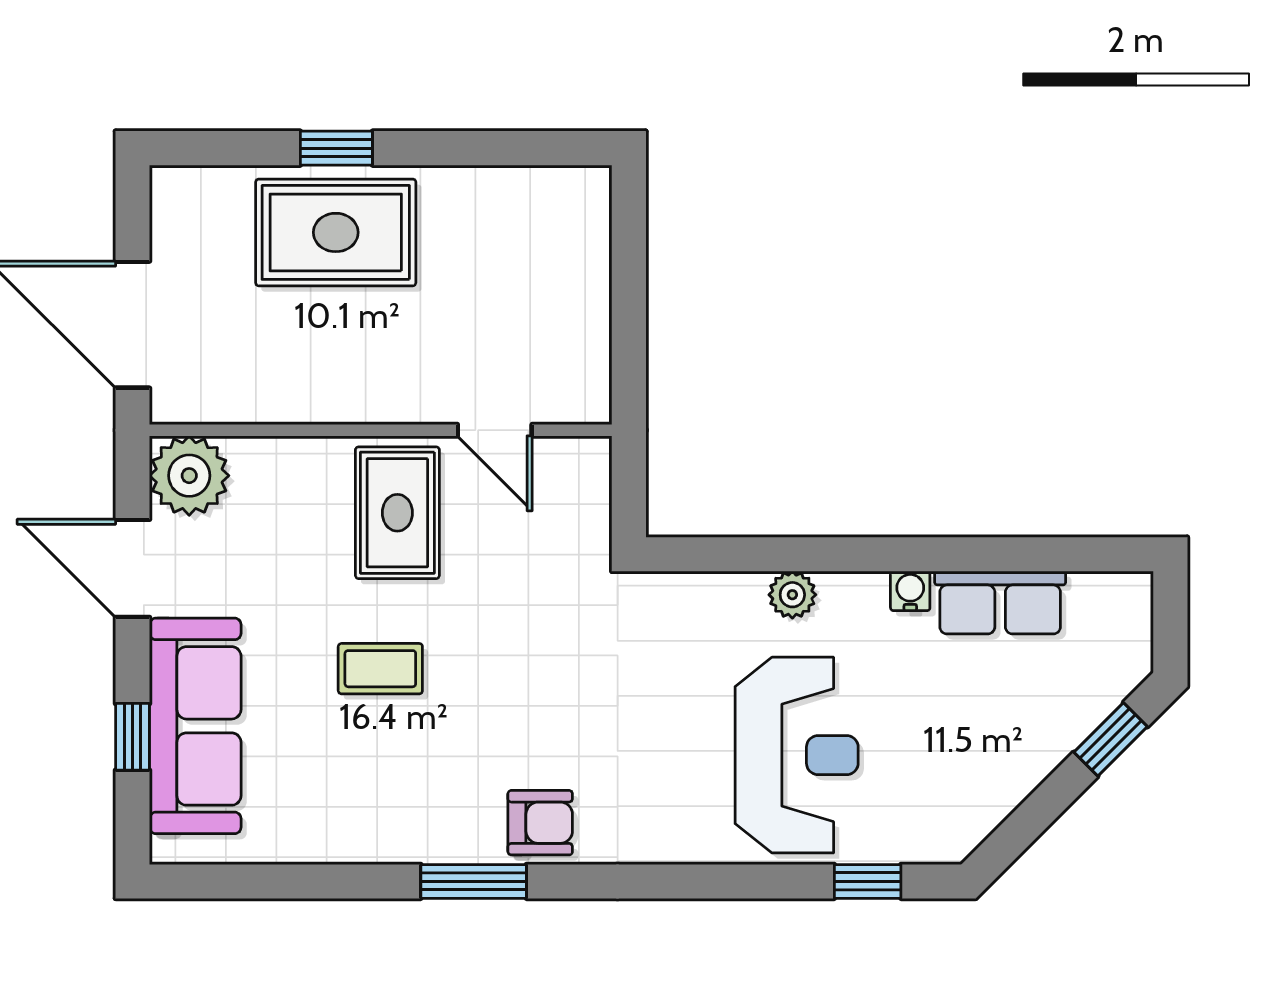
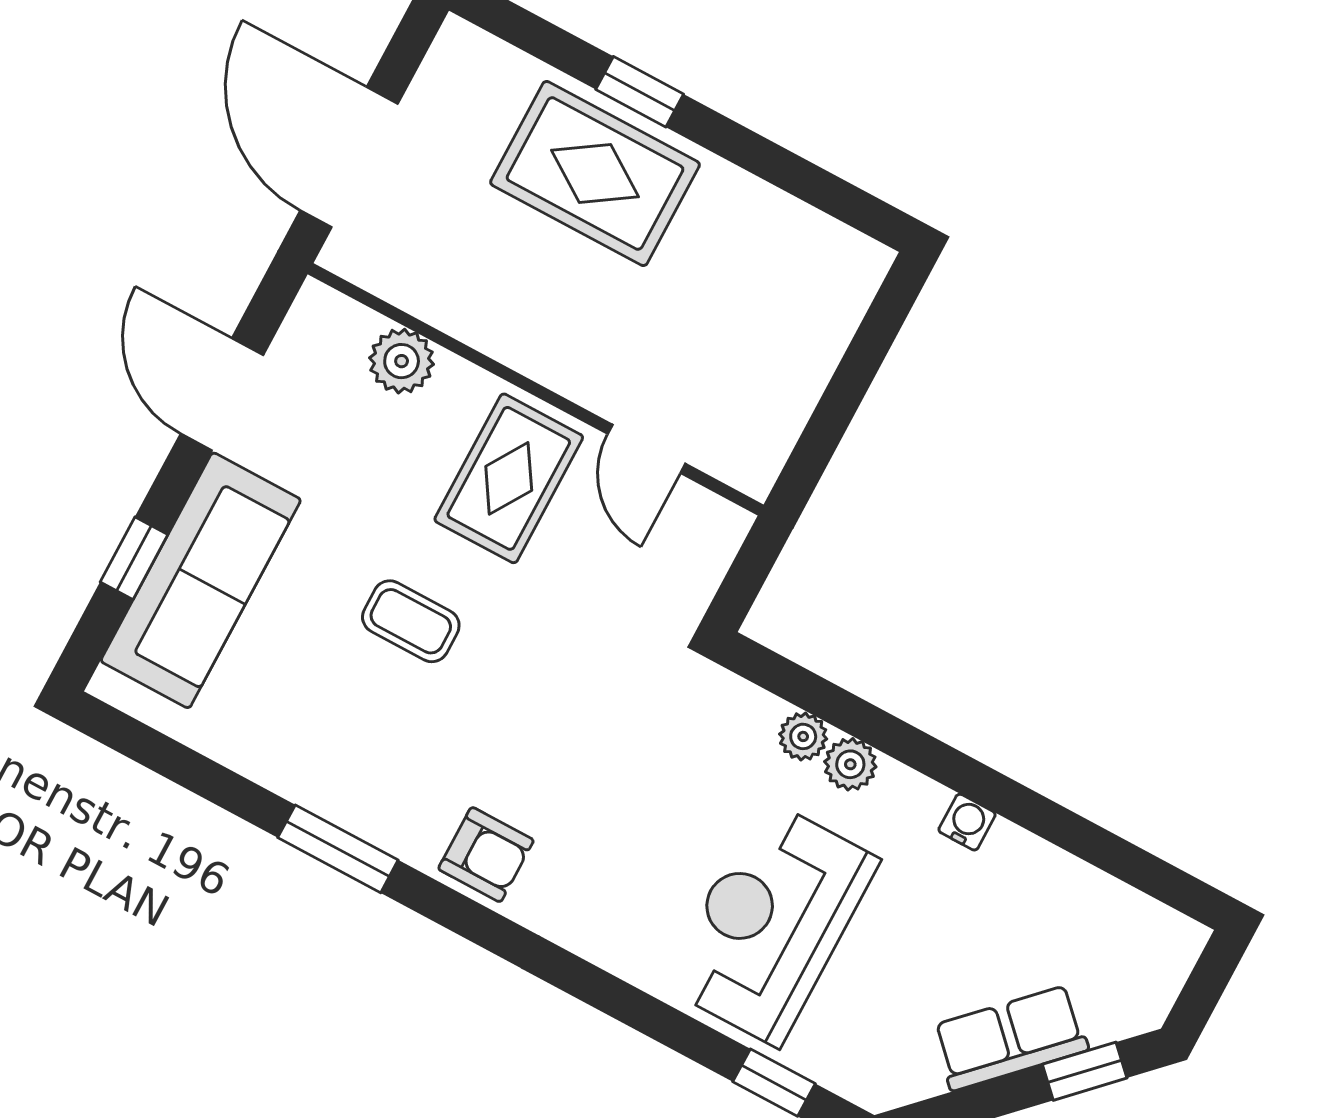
plant: (189, 476) -> (402, 361), moved, width x0.73, depth x0.73
plant: (743, 593) -> (803, 736), added
row of seats: (1000, 603) -> (1010, 1038), moved, turned 135
reception desk: (797, 755) -> (771, 923), turned 180
window: (474, 881) -> (338, 849), moved

